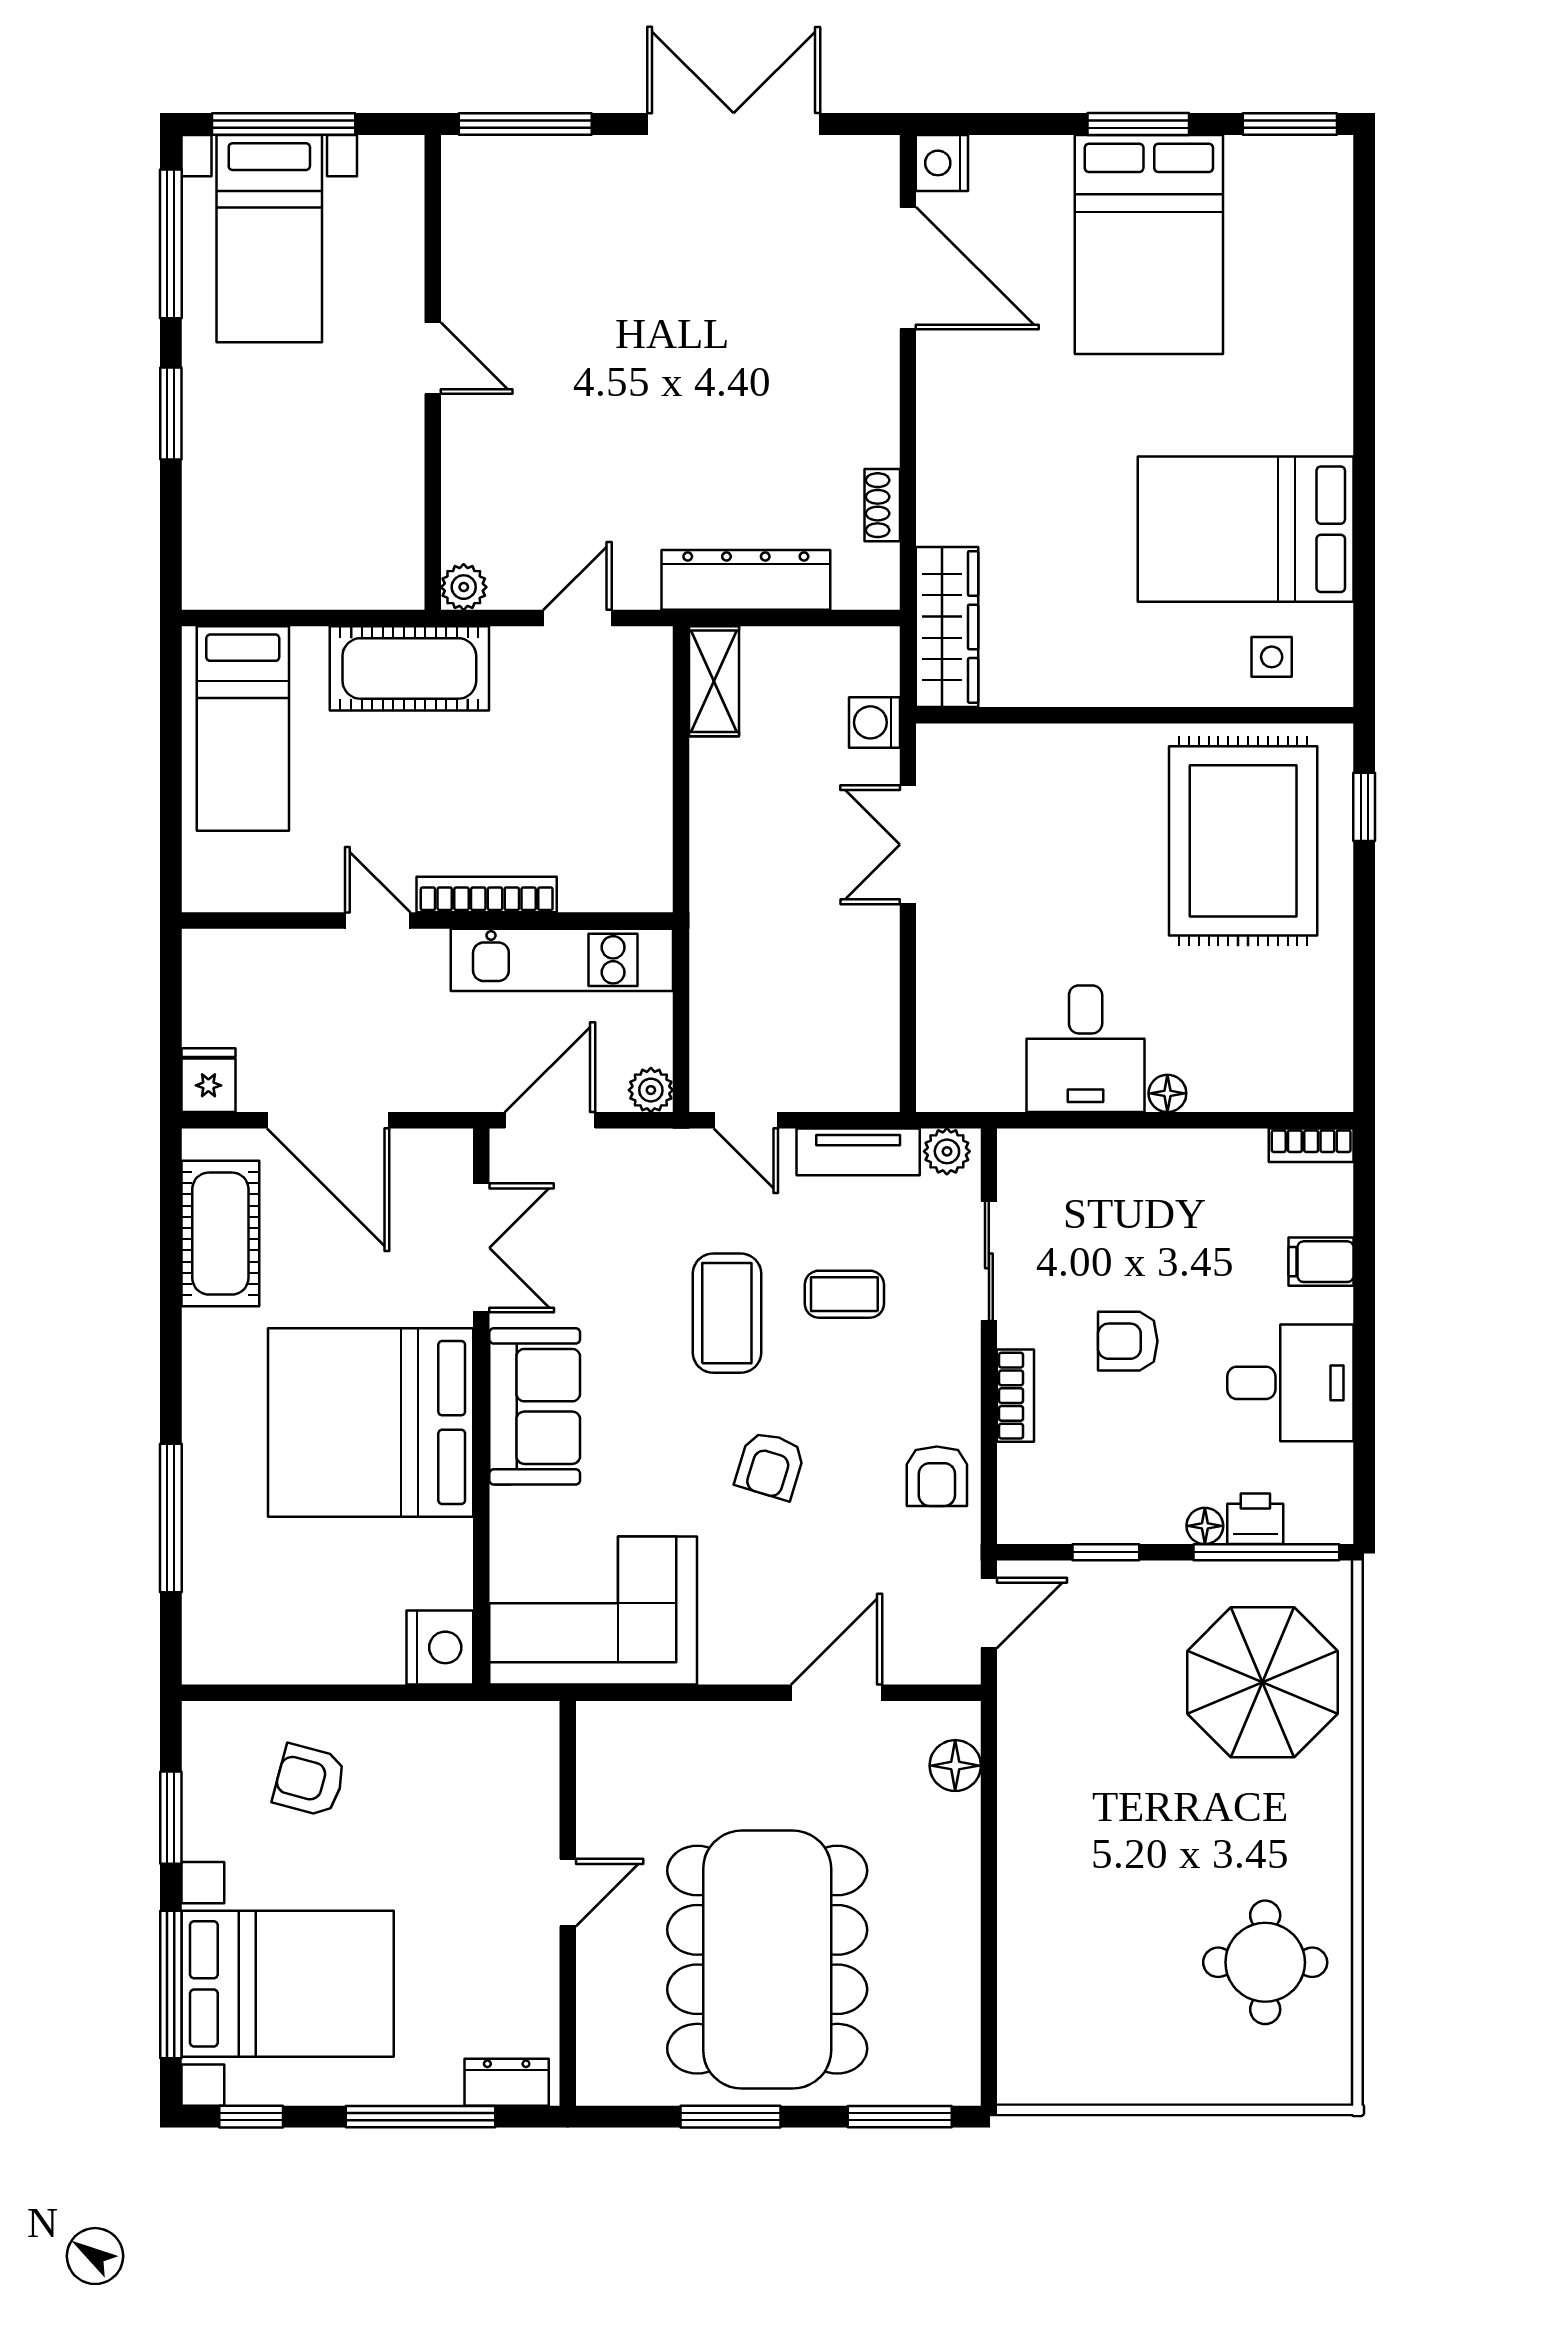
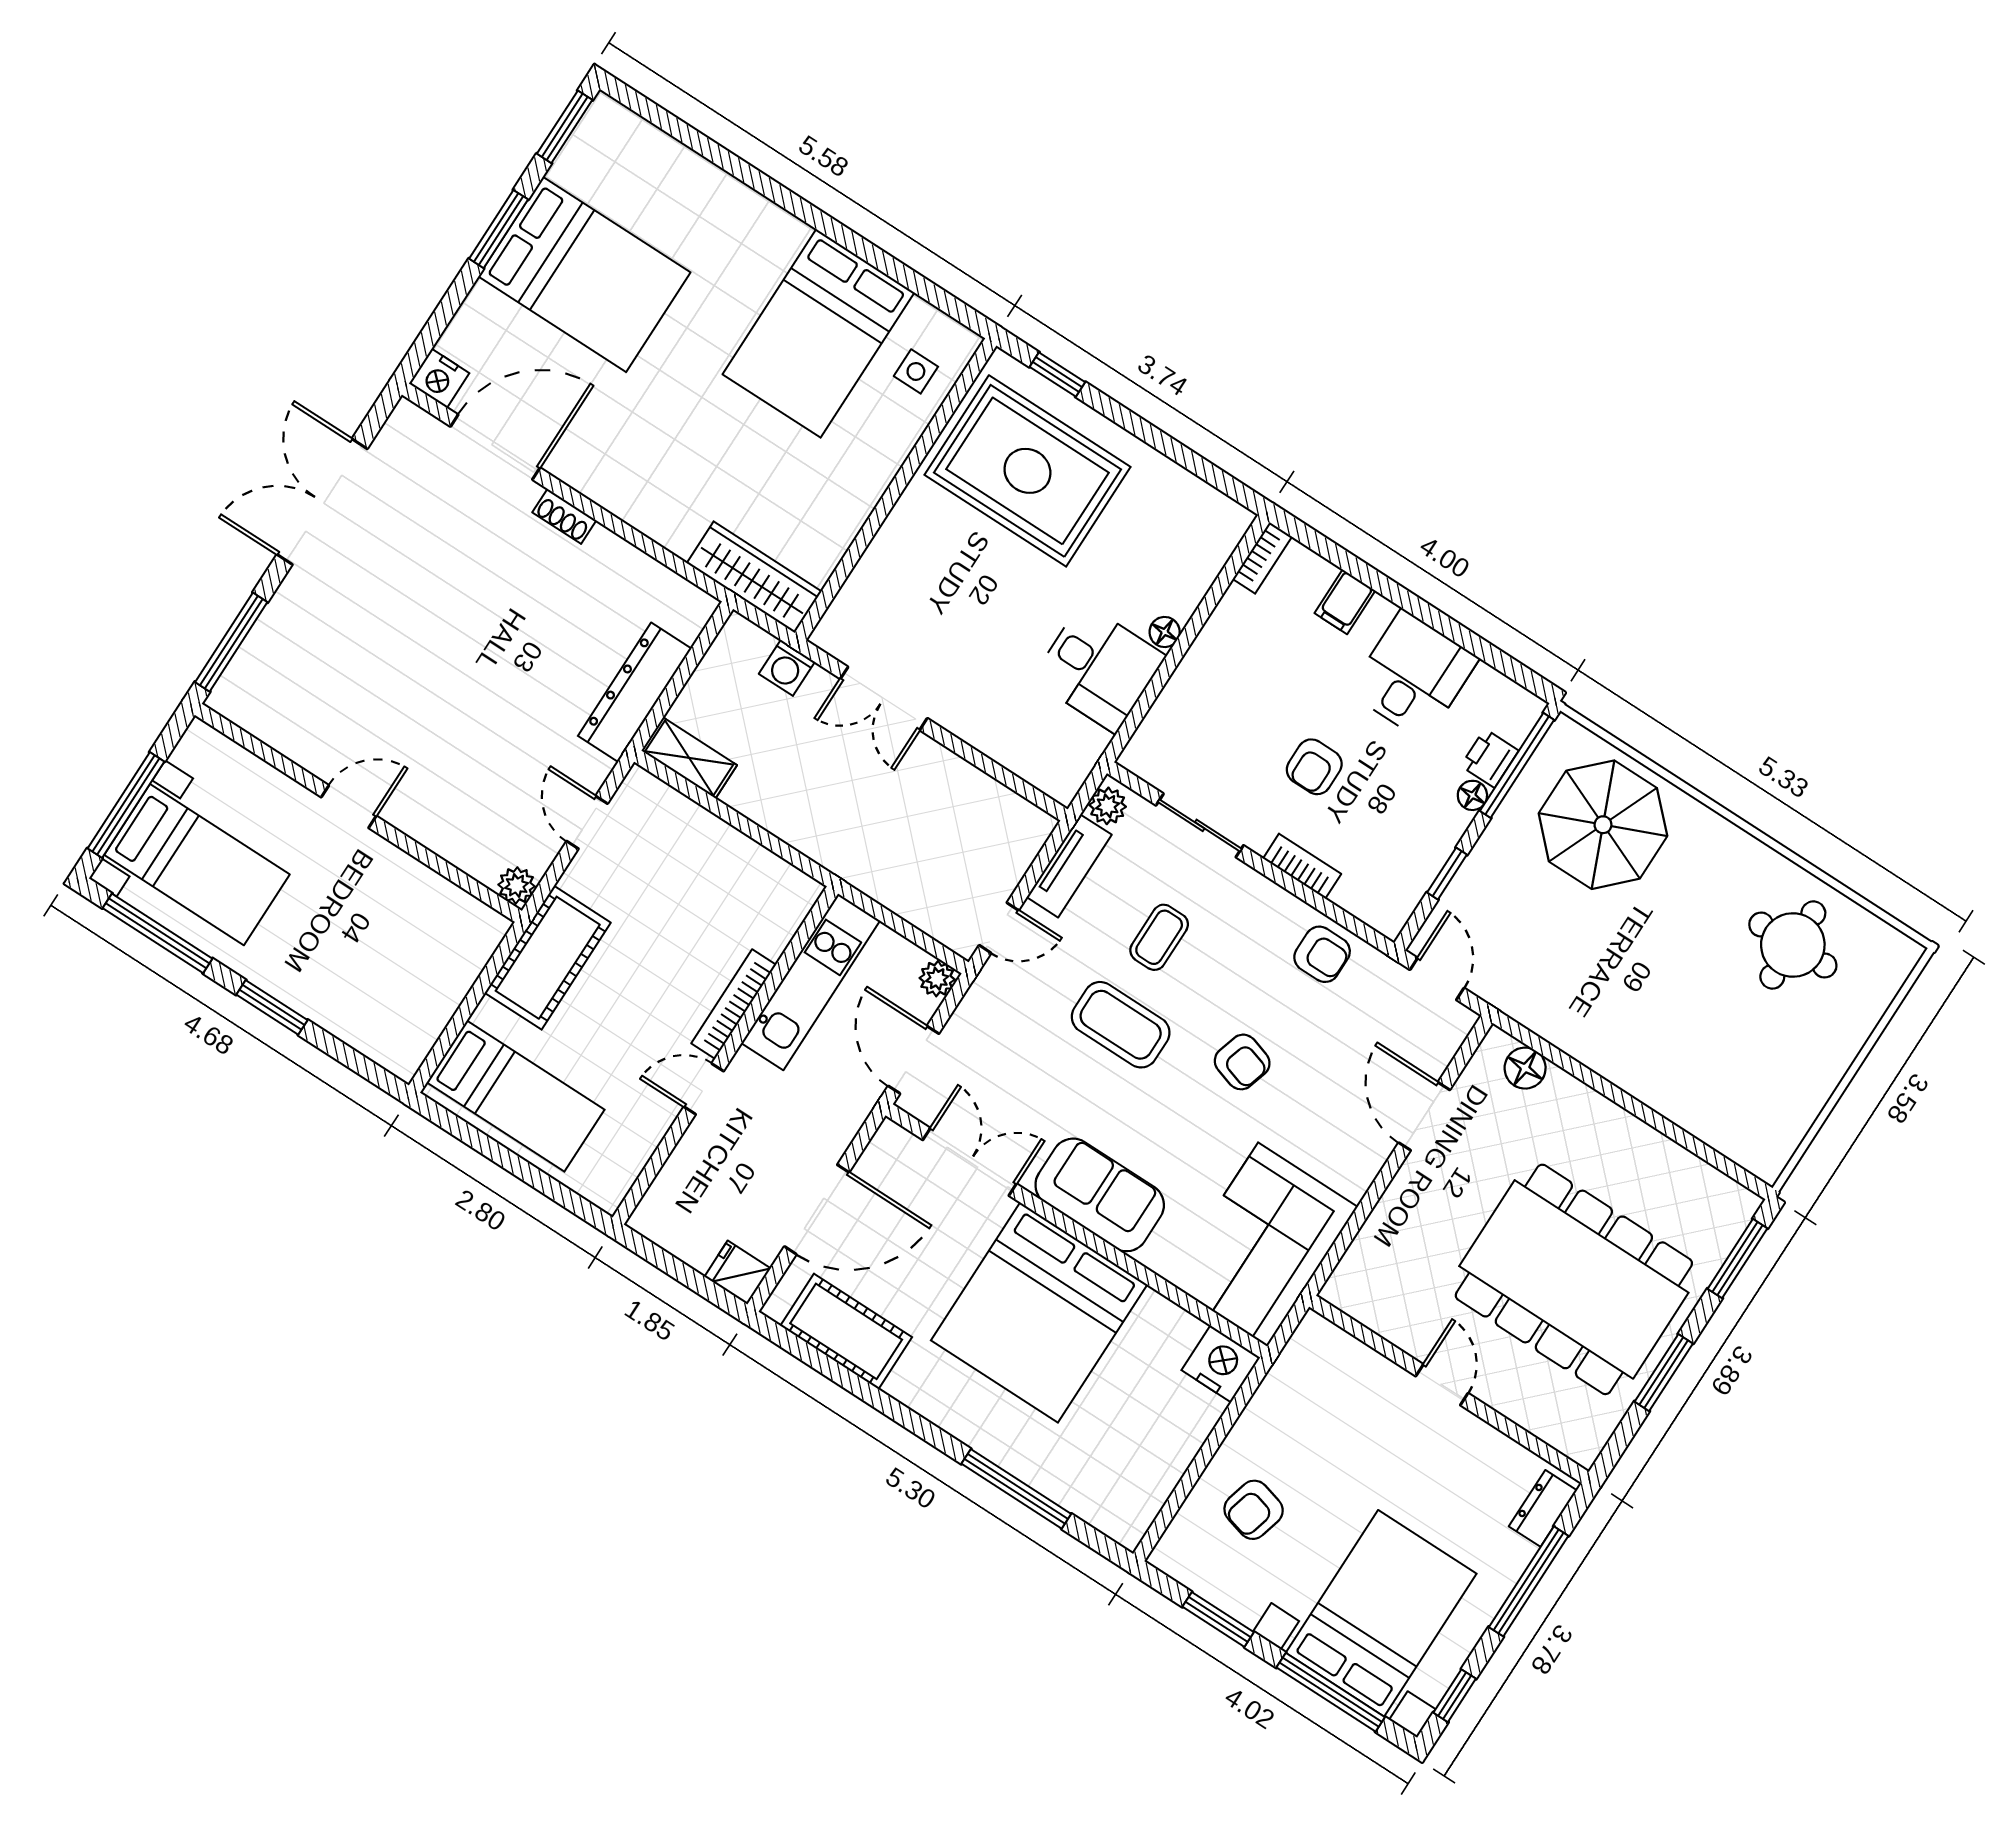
shoe rack: (882, 505) -> (564, 516), moved

